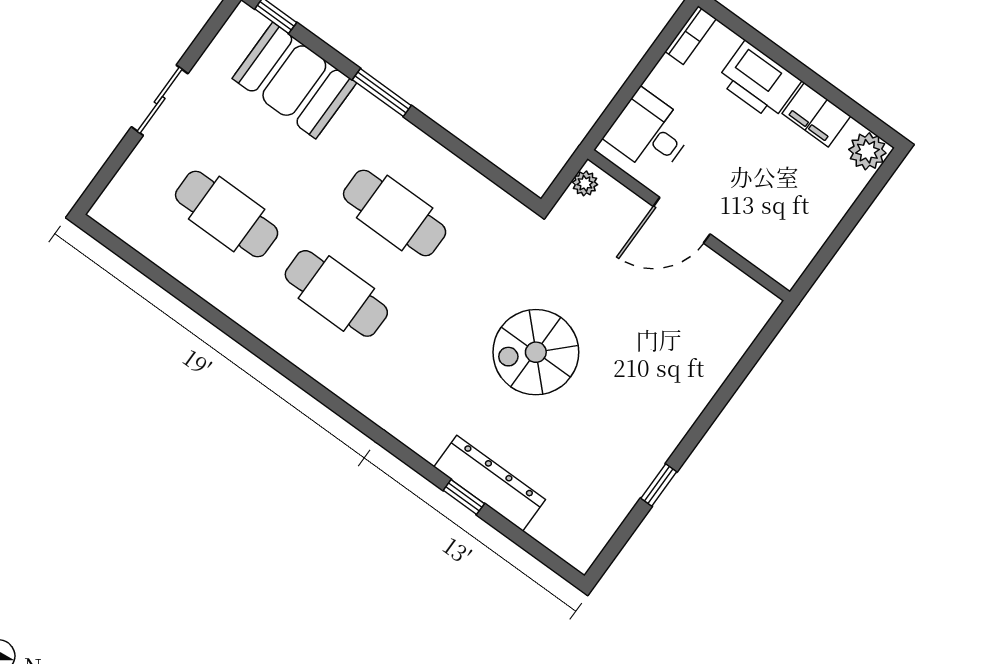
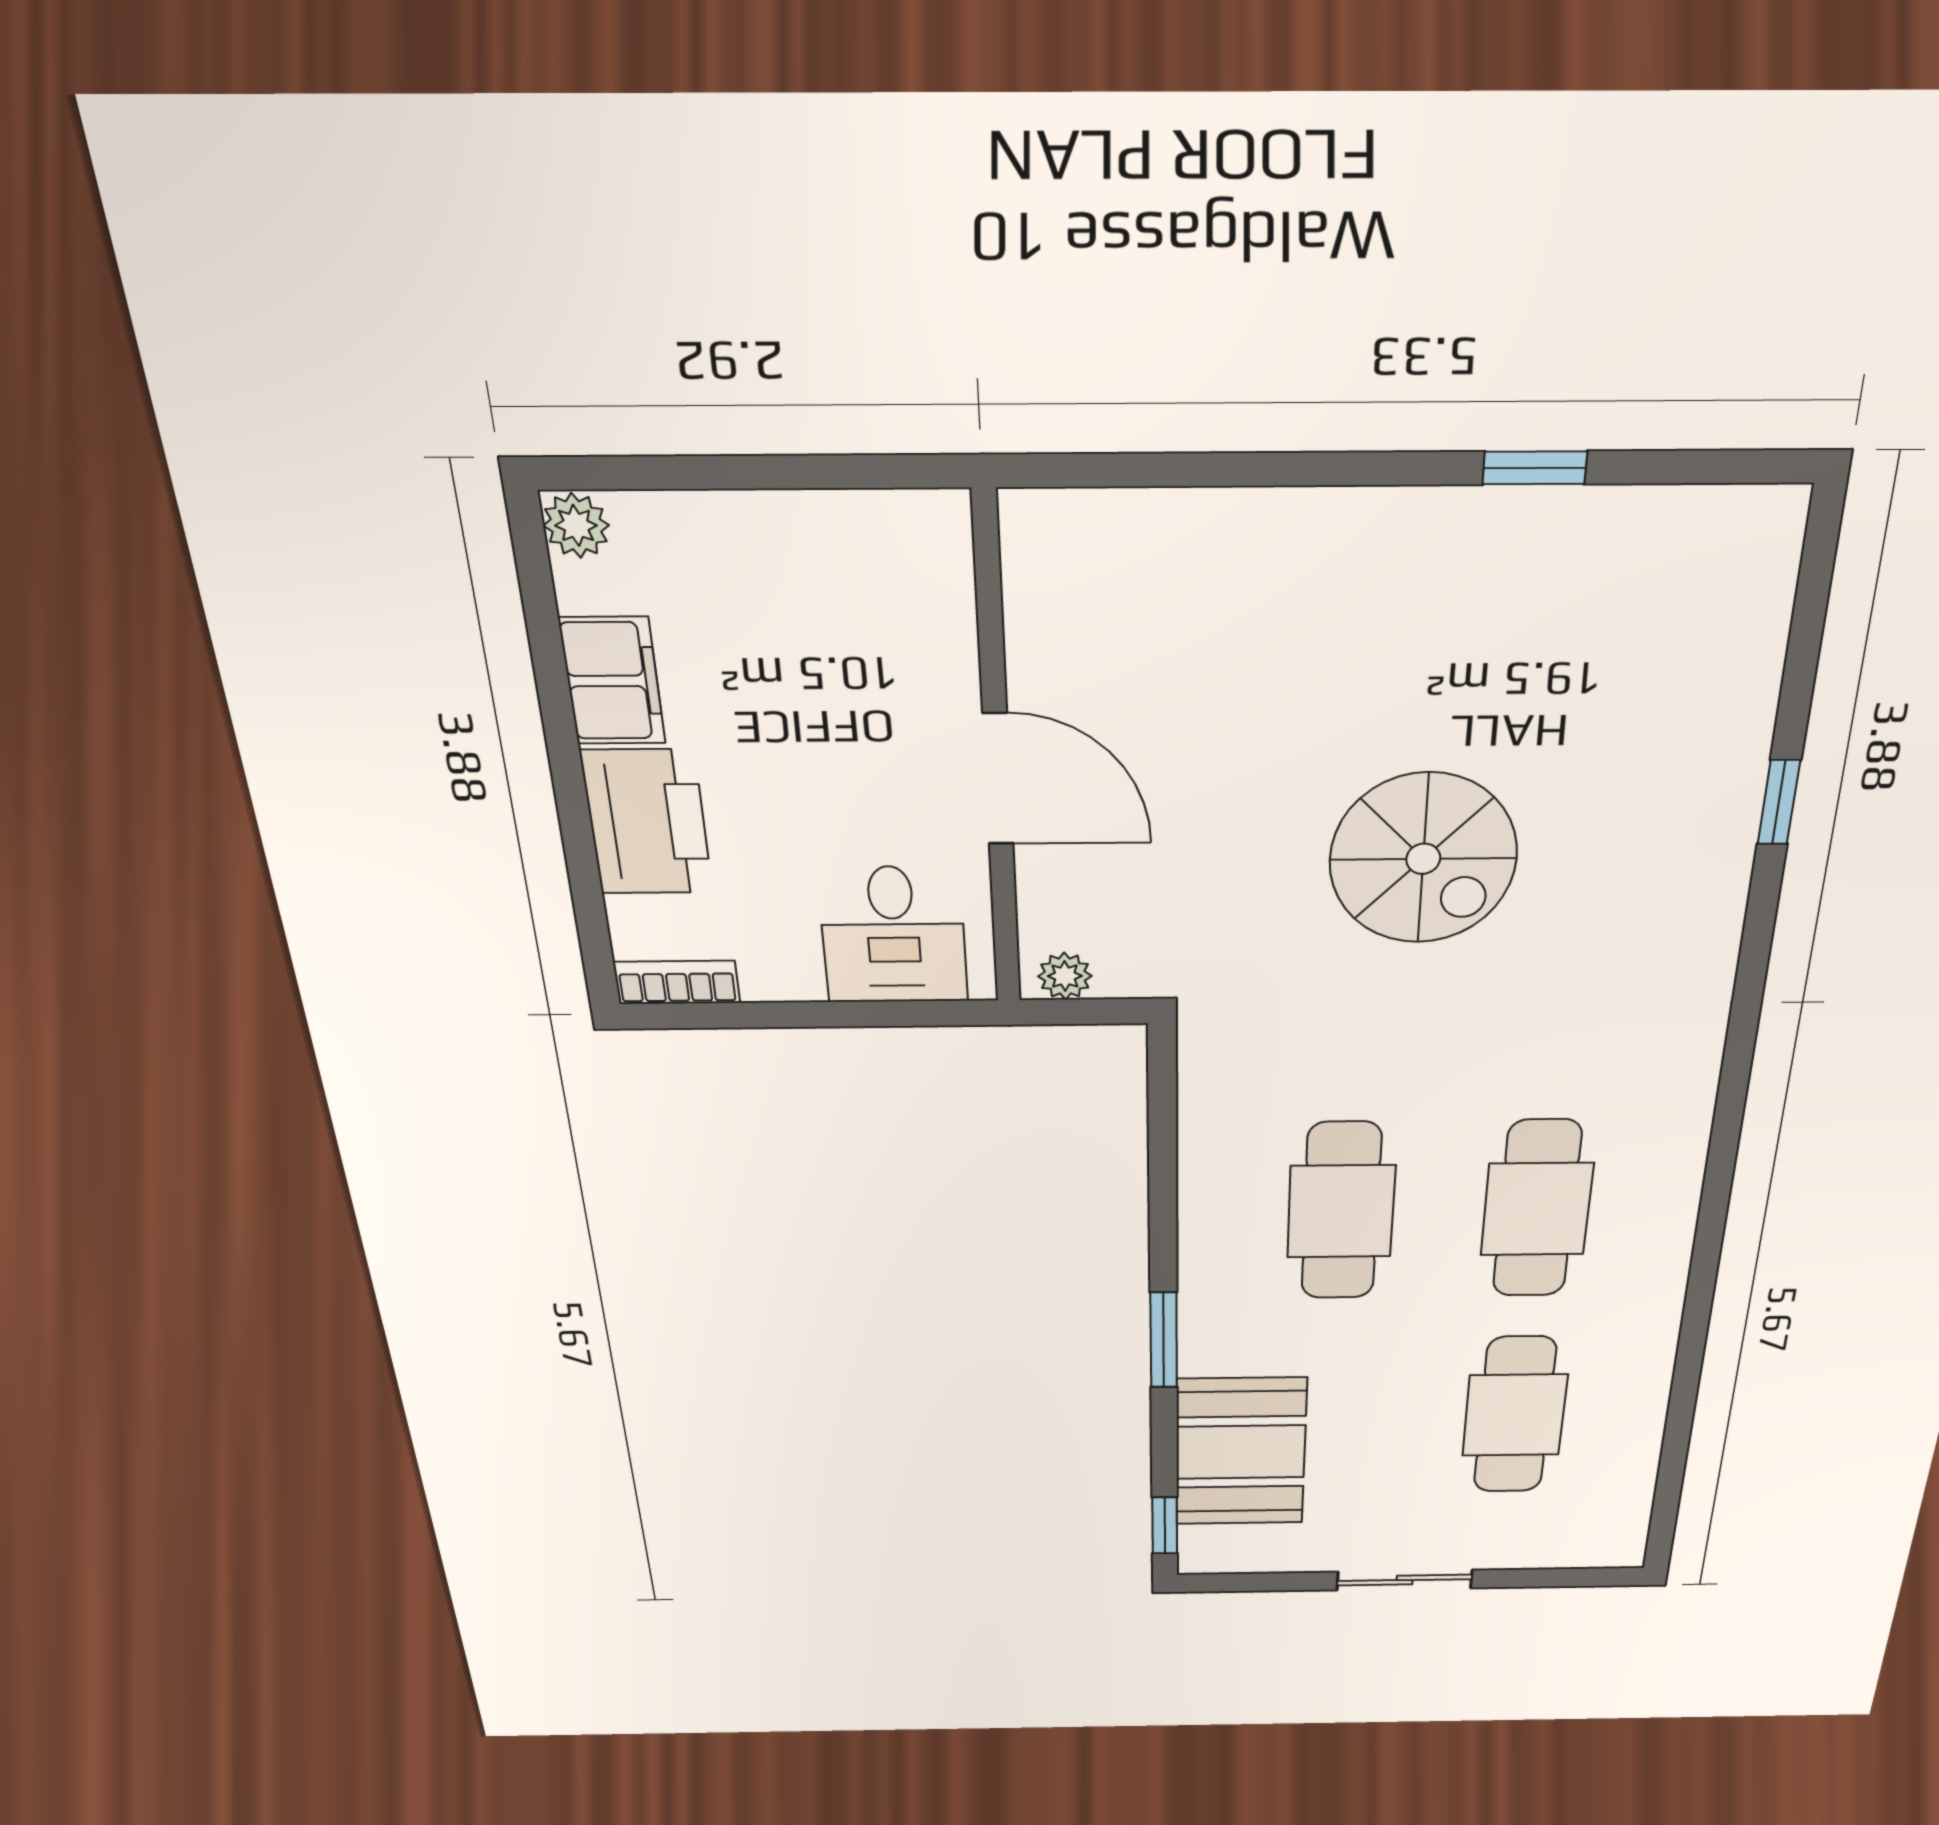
plant: (867, 151) -> (576, 525), width x0.73, depth x0.73
dresser: (490, 483) -> (1725, 776), removed

